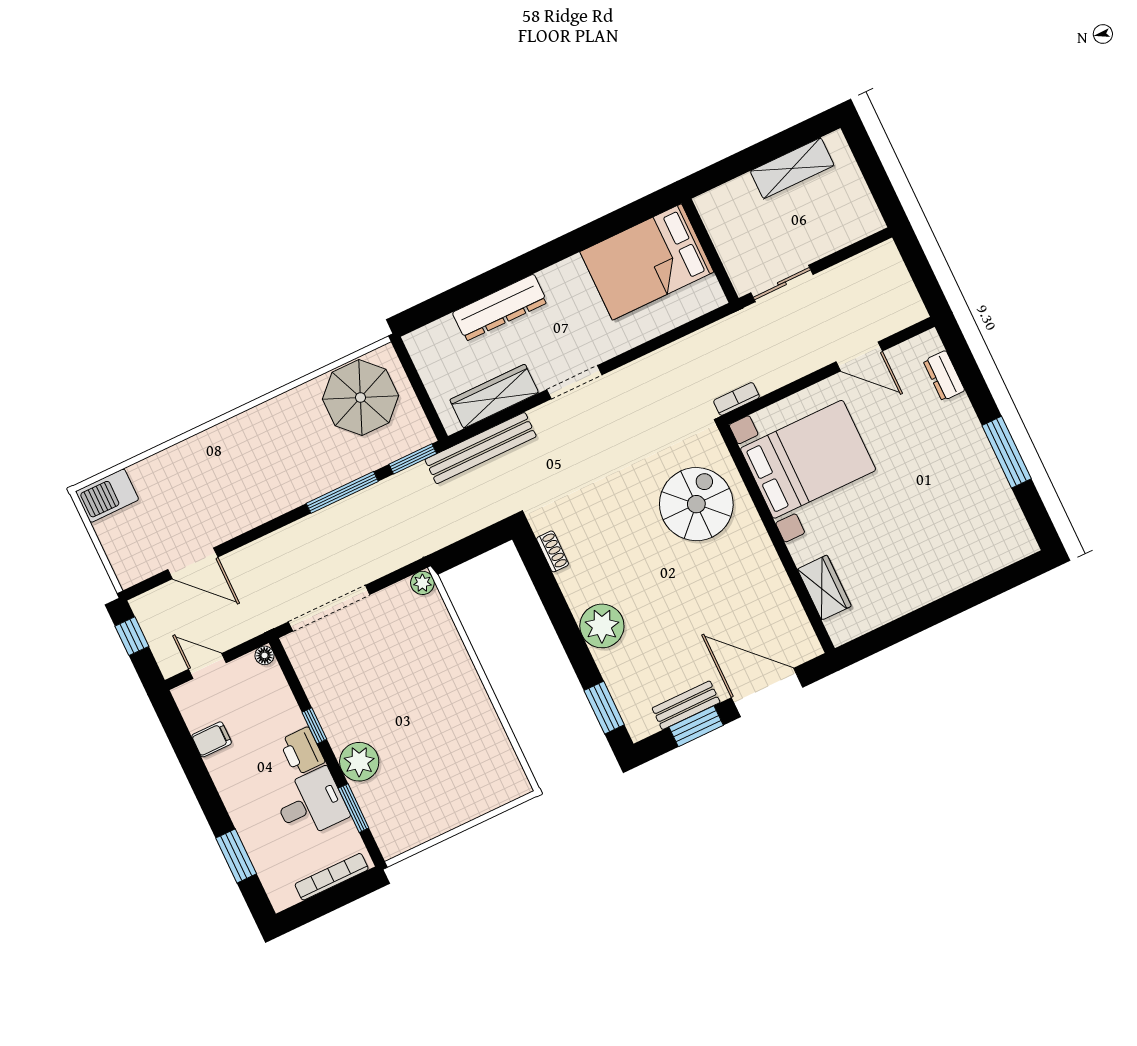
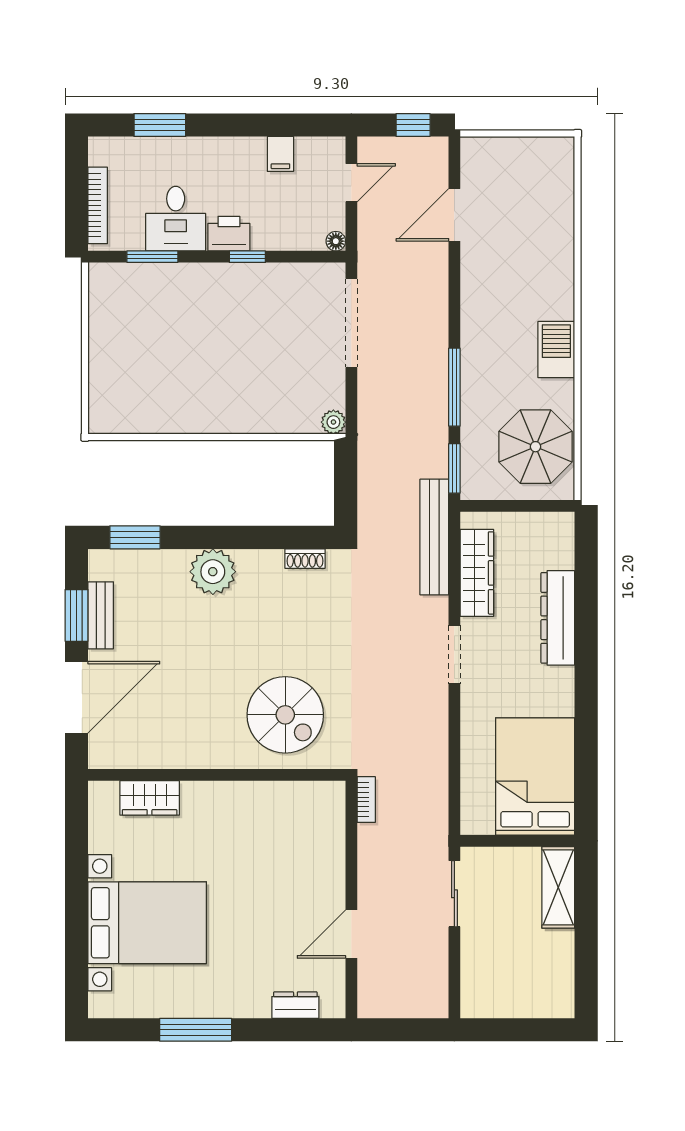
shelving: (792, 168) -> (558, 887), moved
bed with nightstands: (808, 459) -> (147, 923), moved, turned -90
barbecue: (107, 496) -> (556, 350), moved
plant: (359, 762) -> (194, 283), removed

